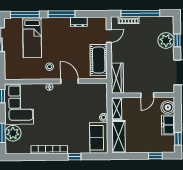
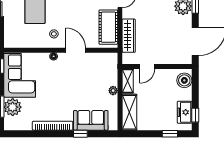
wardrobe: (117, 78) -> (129, 36), moved
door: (147, 95) -> (147, 66), moved
freezer: (168, 125) -> (185, 112), moved
sofa: (99, 138) -> (91, 120), moved, turned 90

